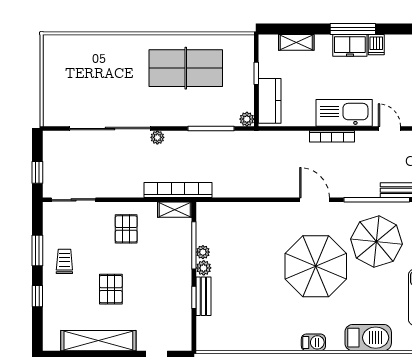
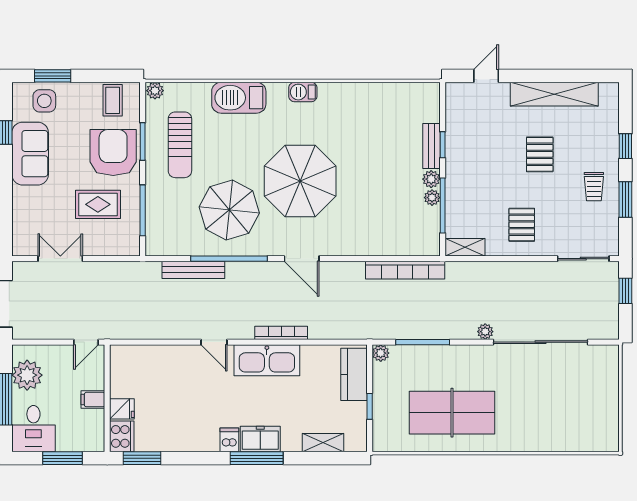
bookcase: (178, 190) -> (405, 270), moved

